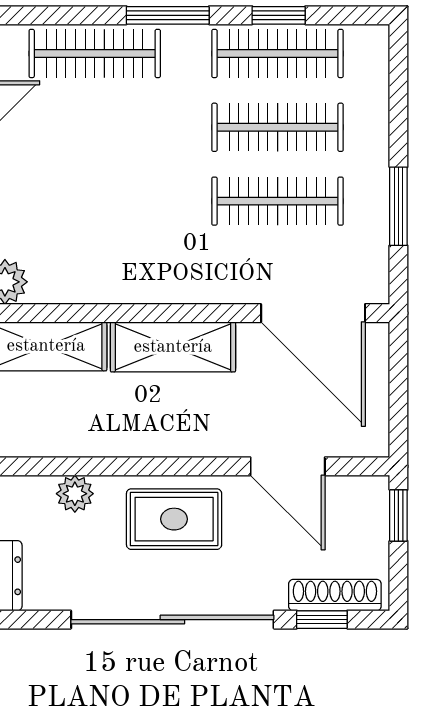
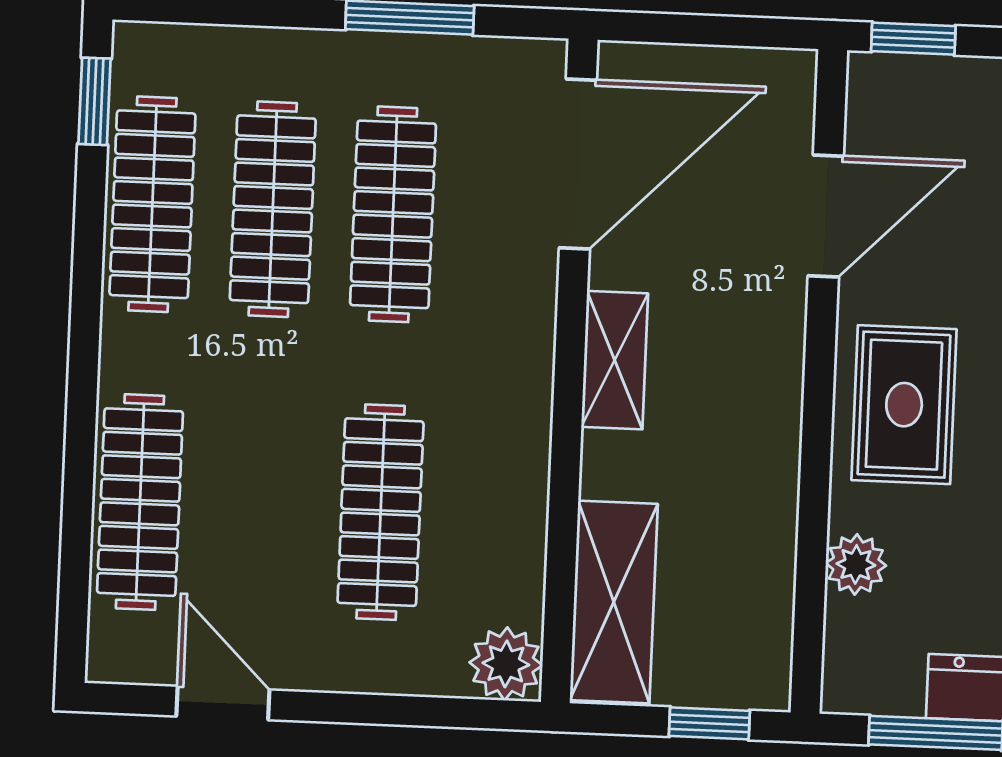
window: (168, 15) -> (83, 380), removed
window: (279, 15) -> (95, 101), moved
clothes rail: (95, 201) -> (381, 512), added
shelving: (173, 347) -> (615, 360), width x0.67, depth x0.75

